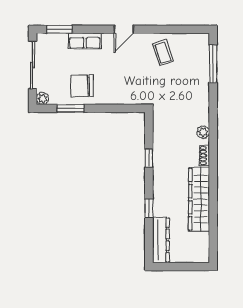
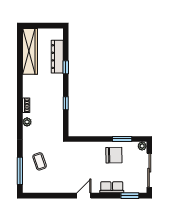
coffee table: (163, 52) -> (40, 161), moved
wardrobe: (199, 199) -> (30, 51), moved
dresser: (161, 240) -> (57, 57), moved

